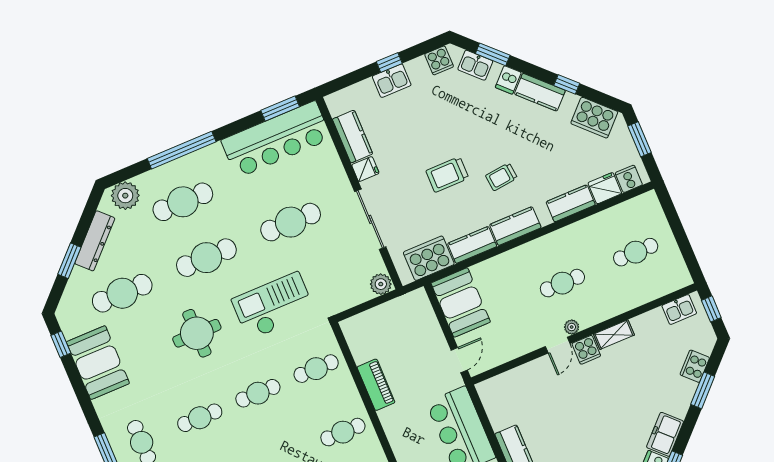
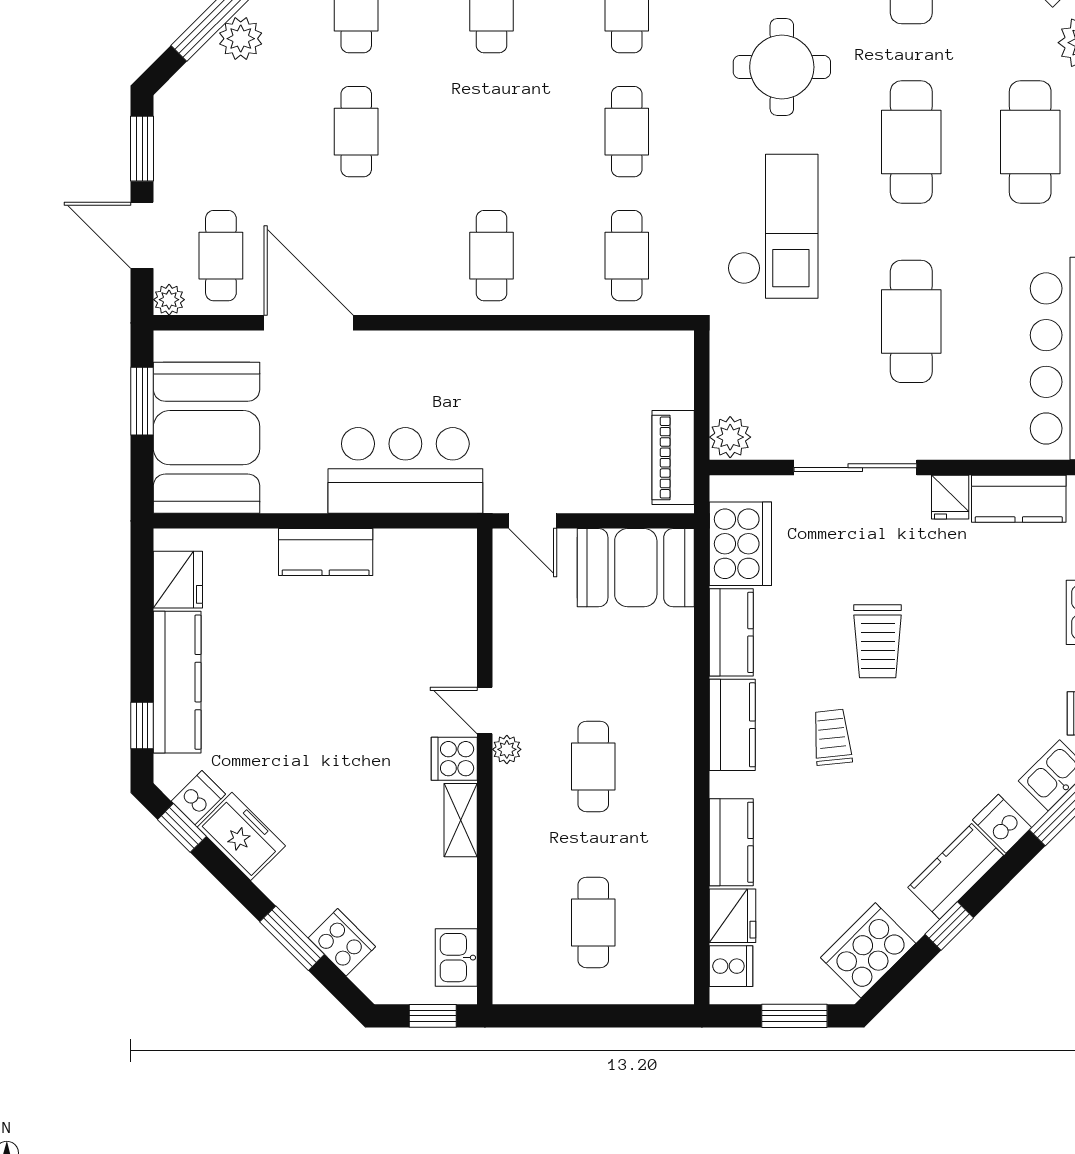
trolley: (447, 174) -> (878, 641), turned 180
piano: (376, 385) -> (673, 458), moved, turned 90

